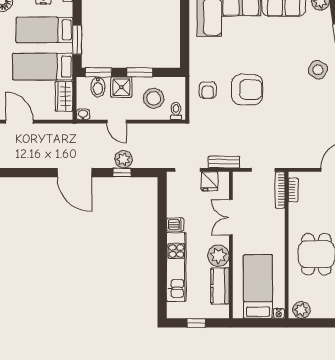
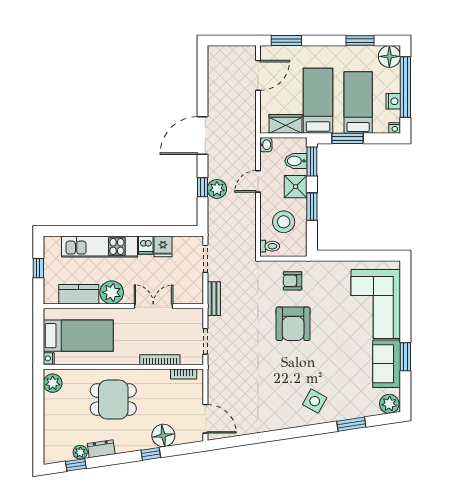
fridge: (210, 181) -> (163, 246), moved, turned -90
bookcase: (280, 190) -> (160, 360), moved

